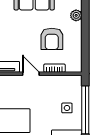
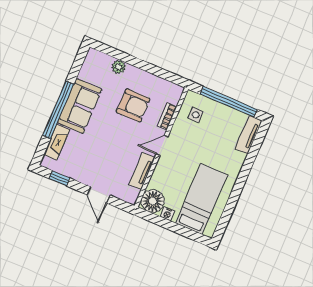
side table: (67, 108) -> (196, 115), moved

